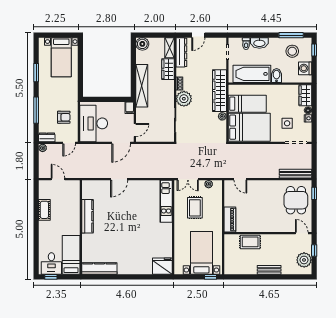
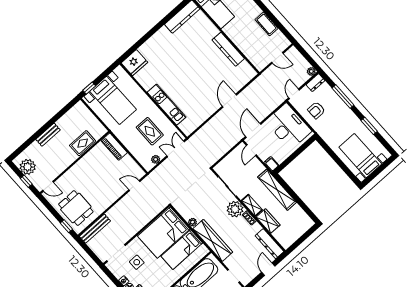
boiler: (142, 44) -> (306, 223), removed
shelving: (170, 48) -> (252, 205), moved
kitchen unit: (166, 201) -> (167, 105), moved

